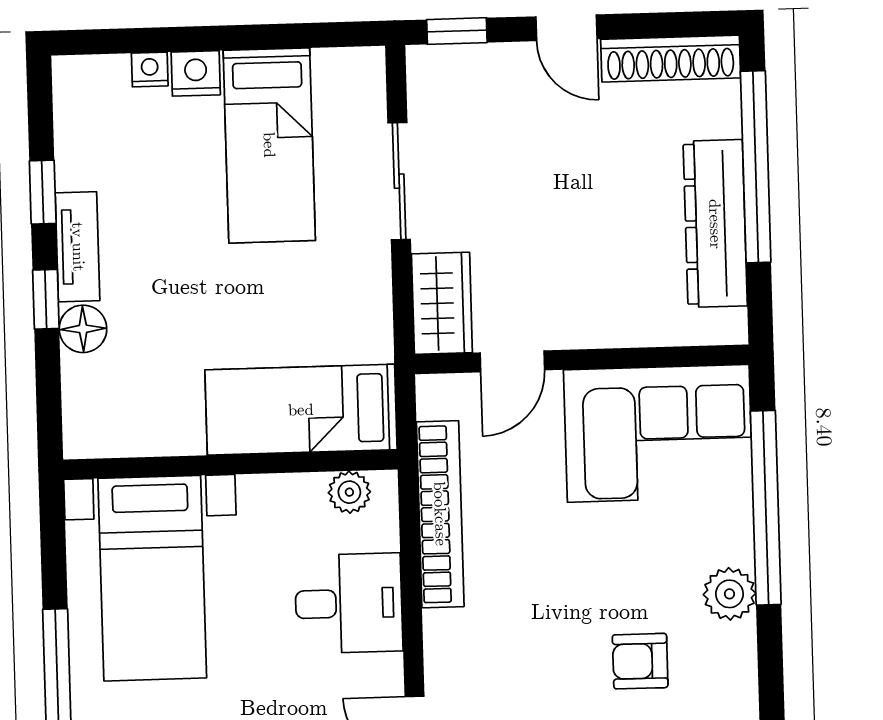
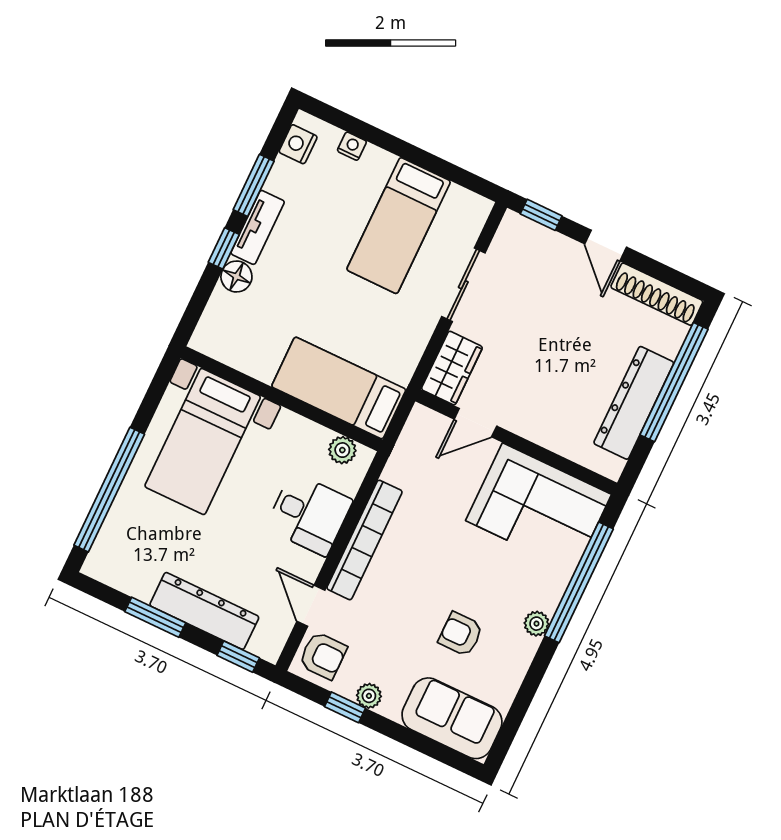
nightstand: (196, 73) -> (298, 144), moved, turned -90
window: (43, 192) -> (254, 185), width x1.50
bookcase: (440, 514) -> (365, 540), moved
plant: (729, 594) -> (537, 624), width x0.73, depth x0.73

